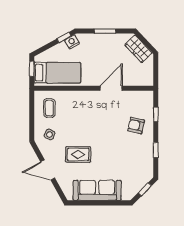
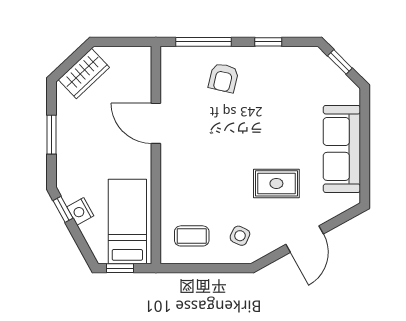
nightstand: (72, 42) -> (80, 211), moved
window: (156, 114) -> (204, 42), width x2.17
rug: (78, 154) -> (276, 183), turned 90

